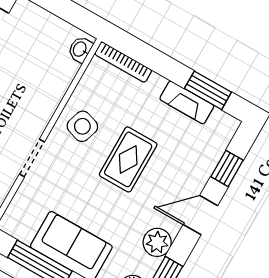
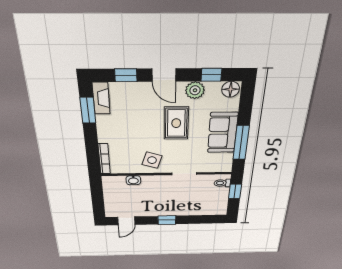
washbasin: (80, 49) -> (133, 180), moved
fireplace: (187, 102) -> (101, 98), moved
rug: (128, 159) -> (176, 123), moved, turned 90

